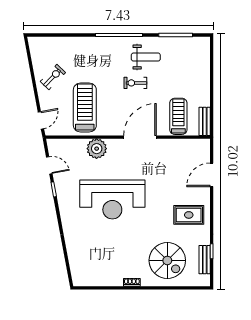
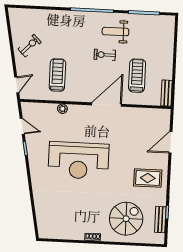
weight bench: (146, 57) -> (115, 32), turned 180
treadmill: (85, 108) -> (57, 75), width x0.73, depth x0.73
treadmill: (178, 116) -> (137, 76), moved
plant: (97, 149) -> (62, 109), width x0.53, depth x0.53
spiral stairs: (167, 260) -> (126, 219), turned -90

